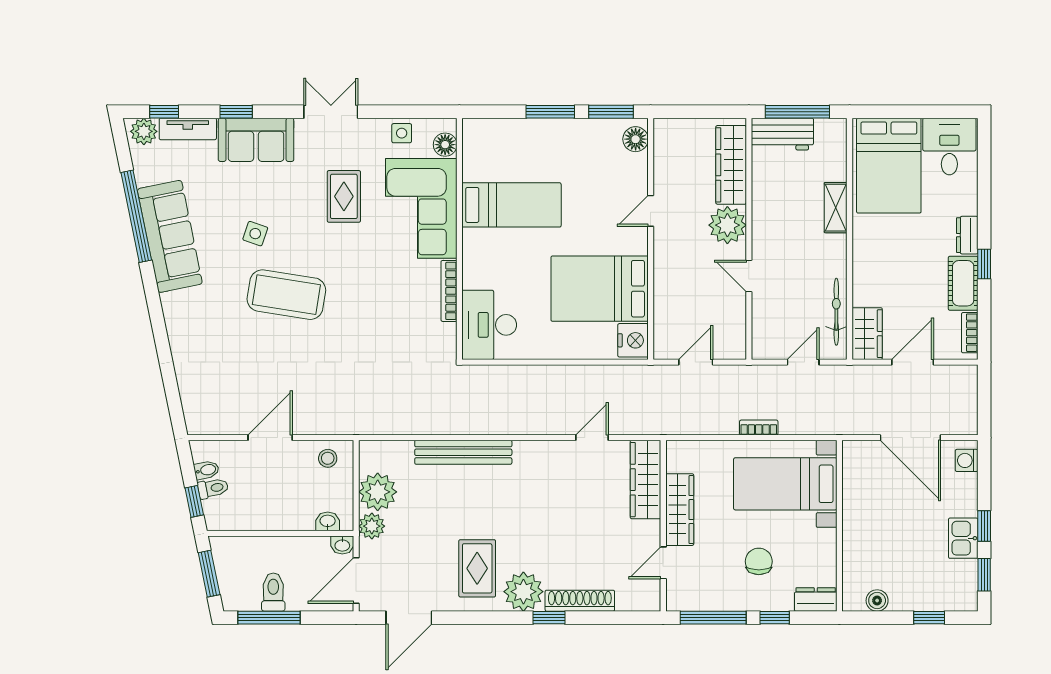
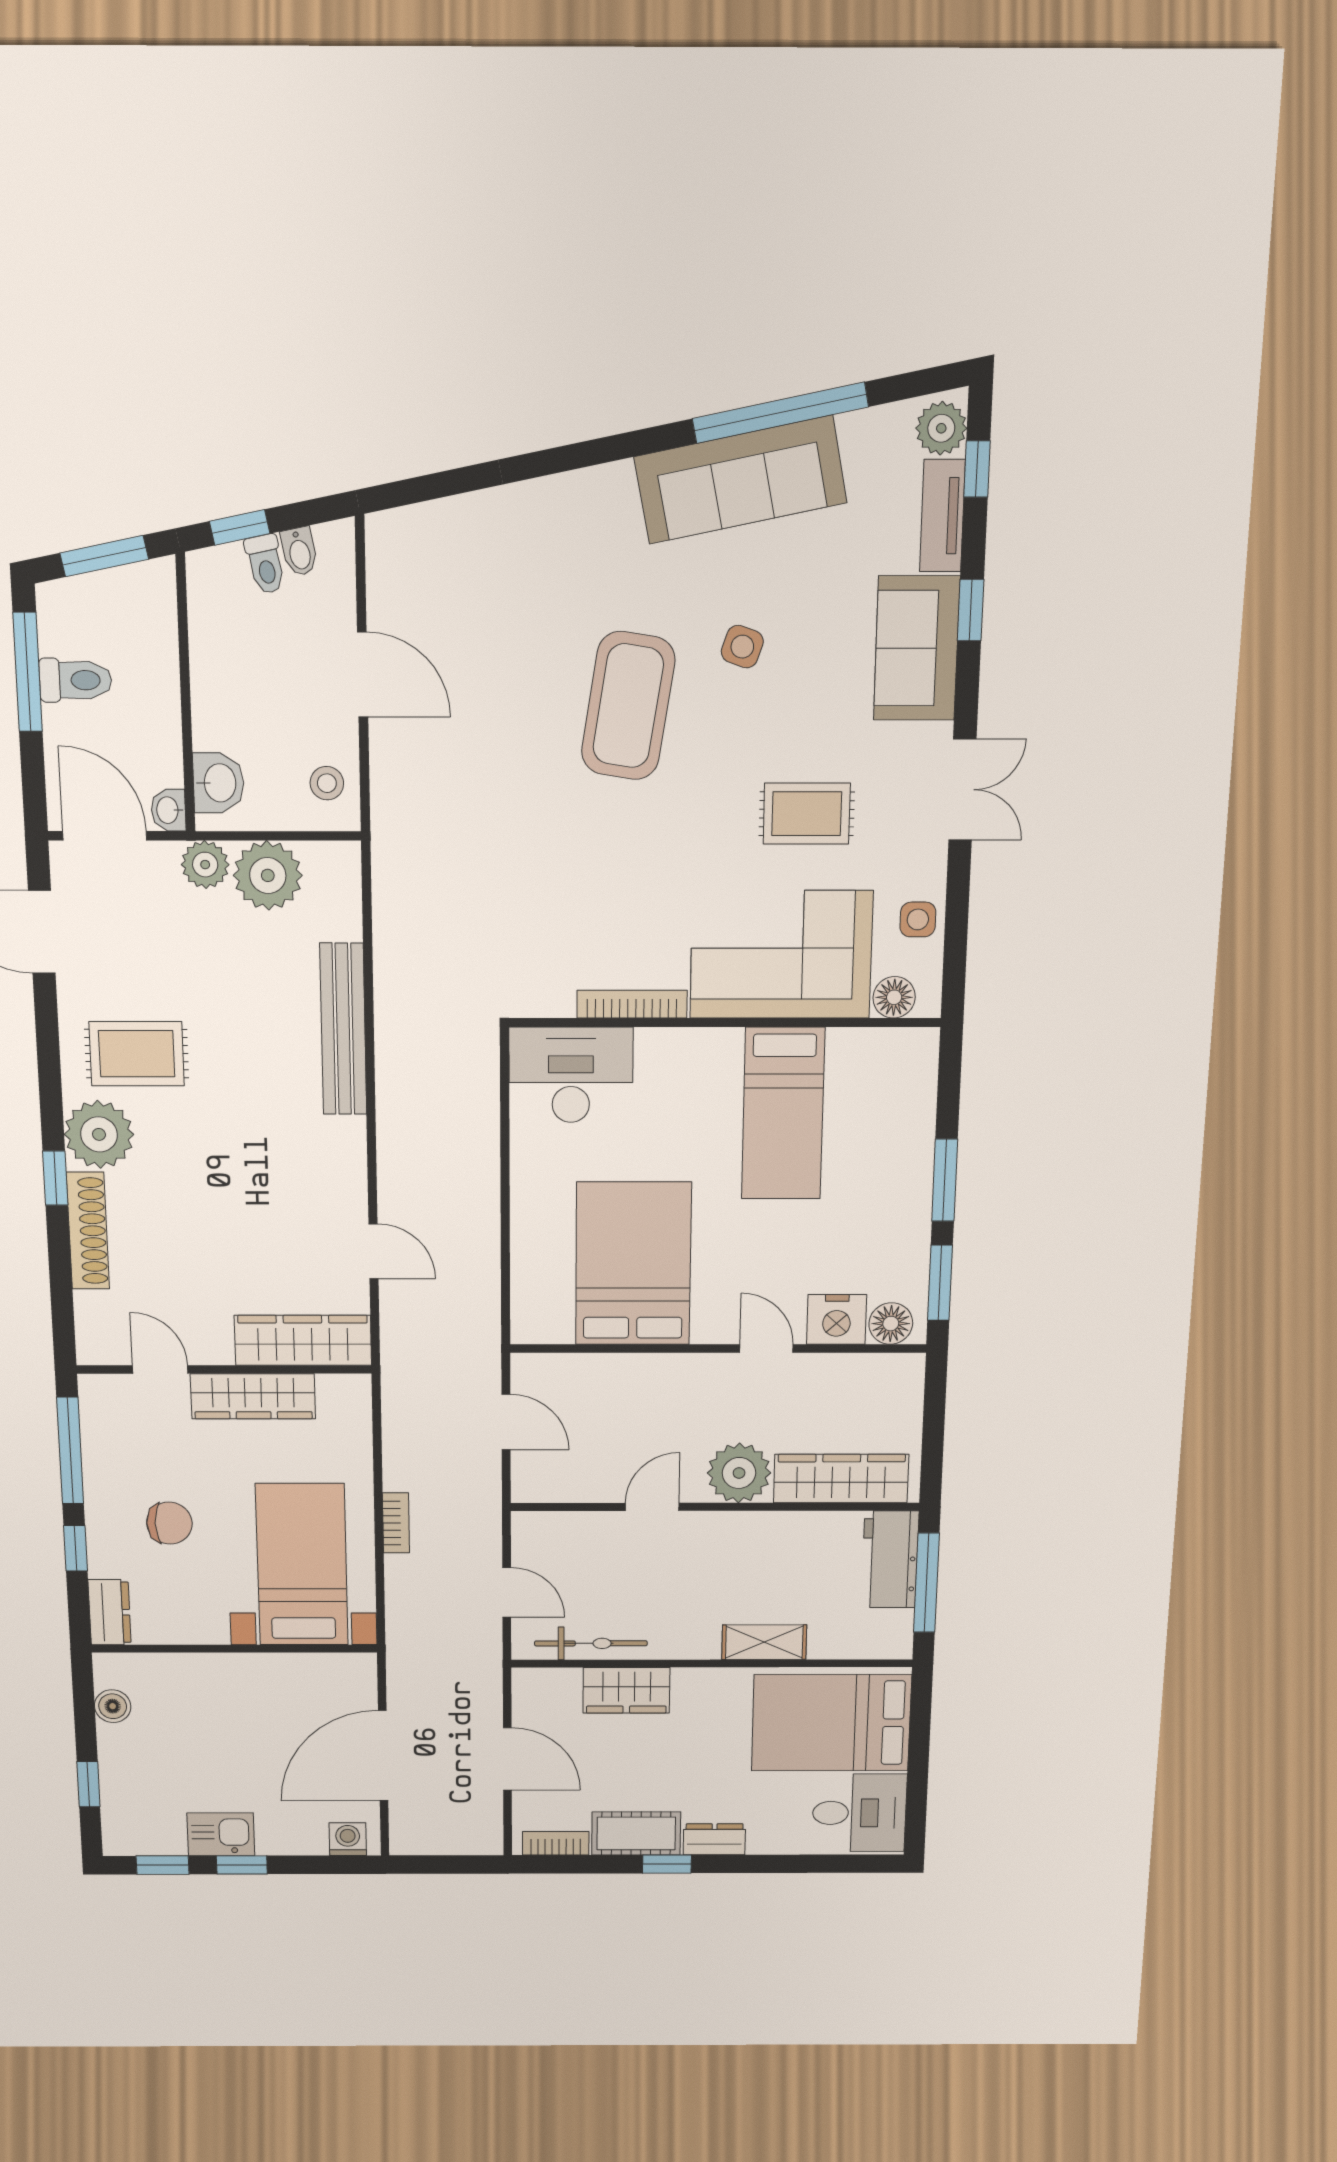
wardrobe: (867, 334) -> (626, 1690), moved
nightstand: (633, 340) -> (837, 1319), moved
washbasin: (328, 521) -> (219, 783), width x1.38, depth x1.45

